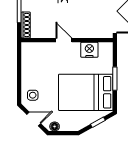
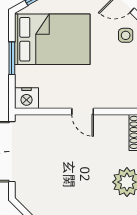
nightstand: (89, 50) -> (27, 98), moved

